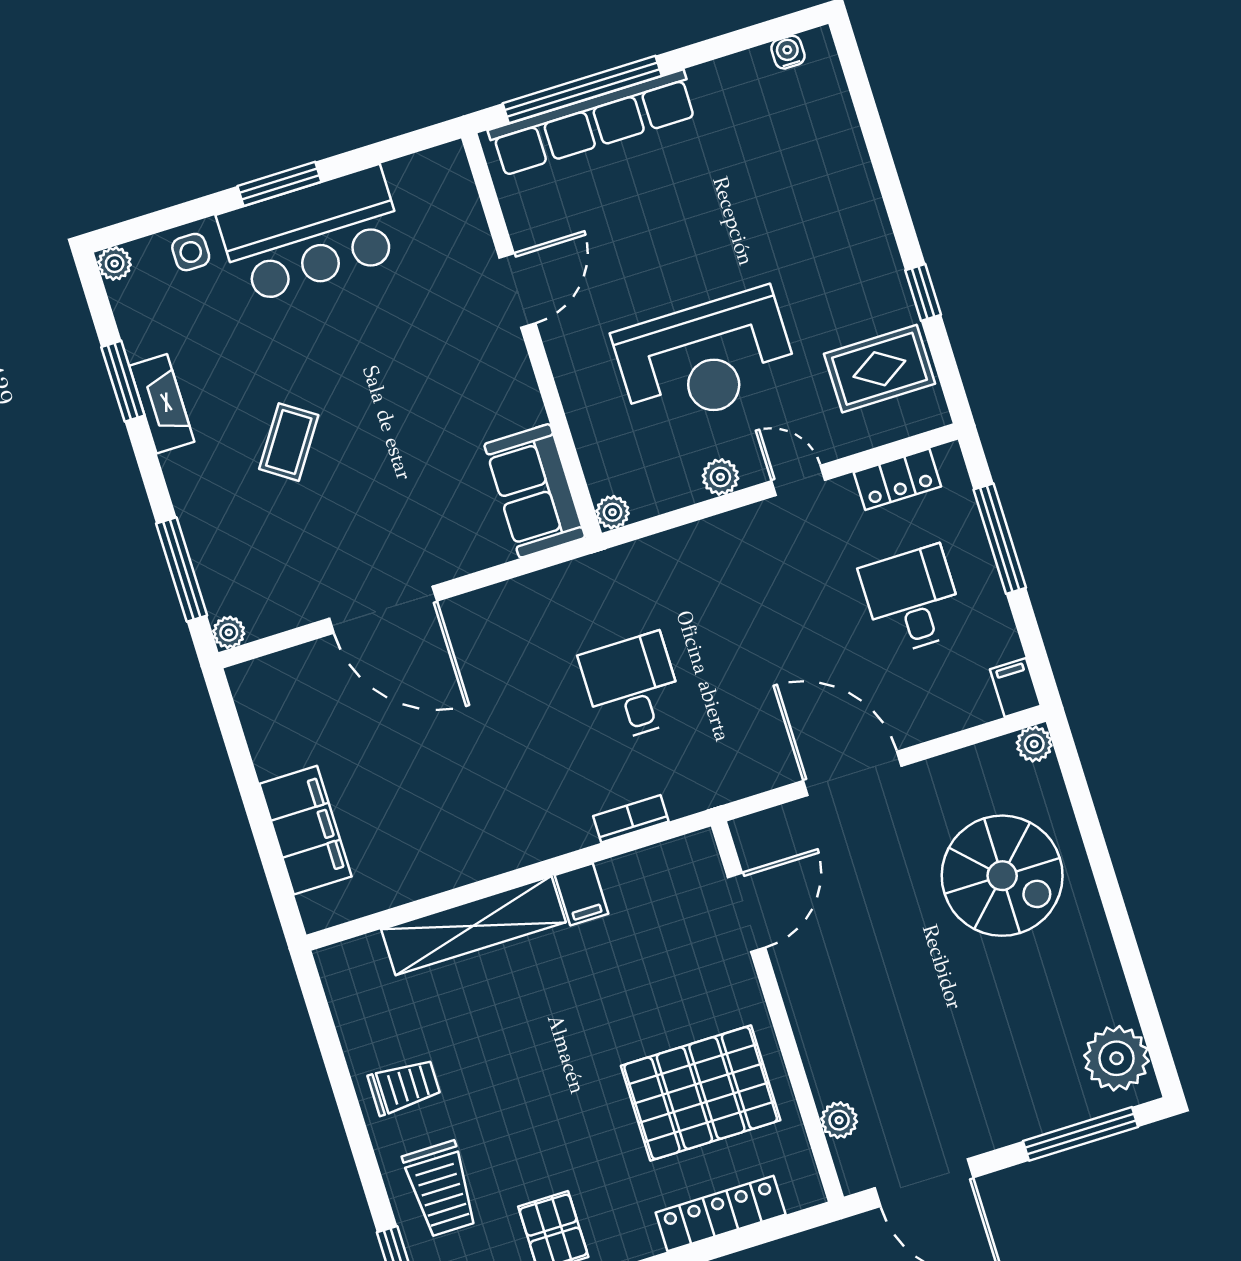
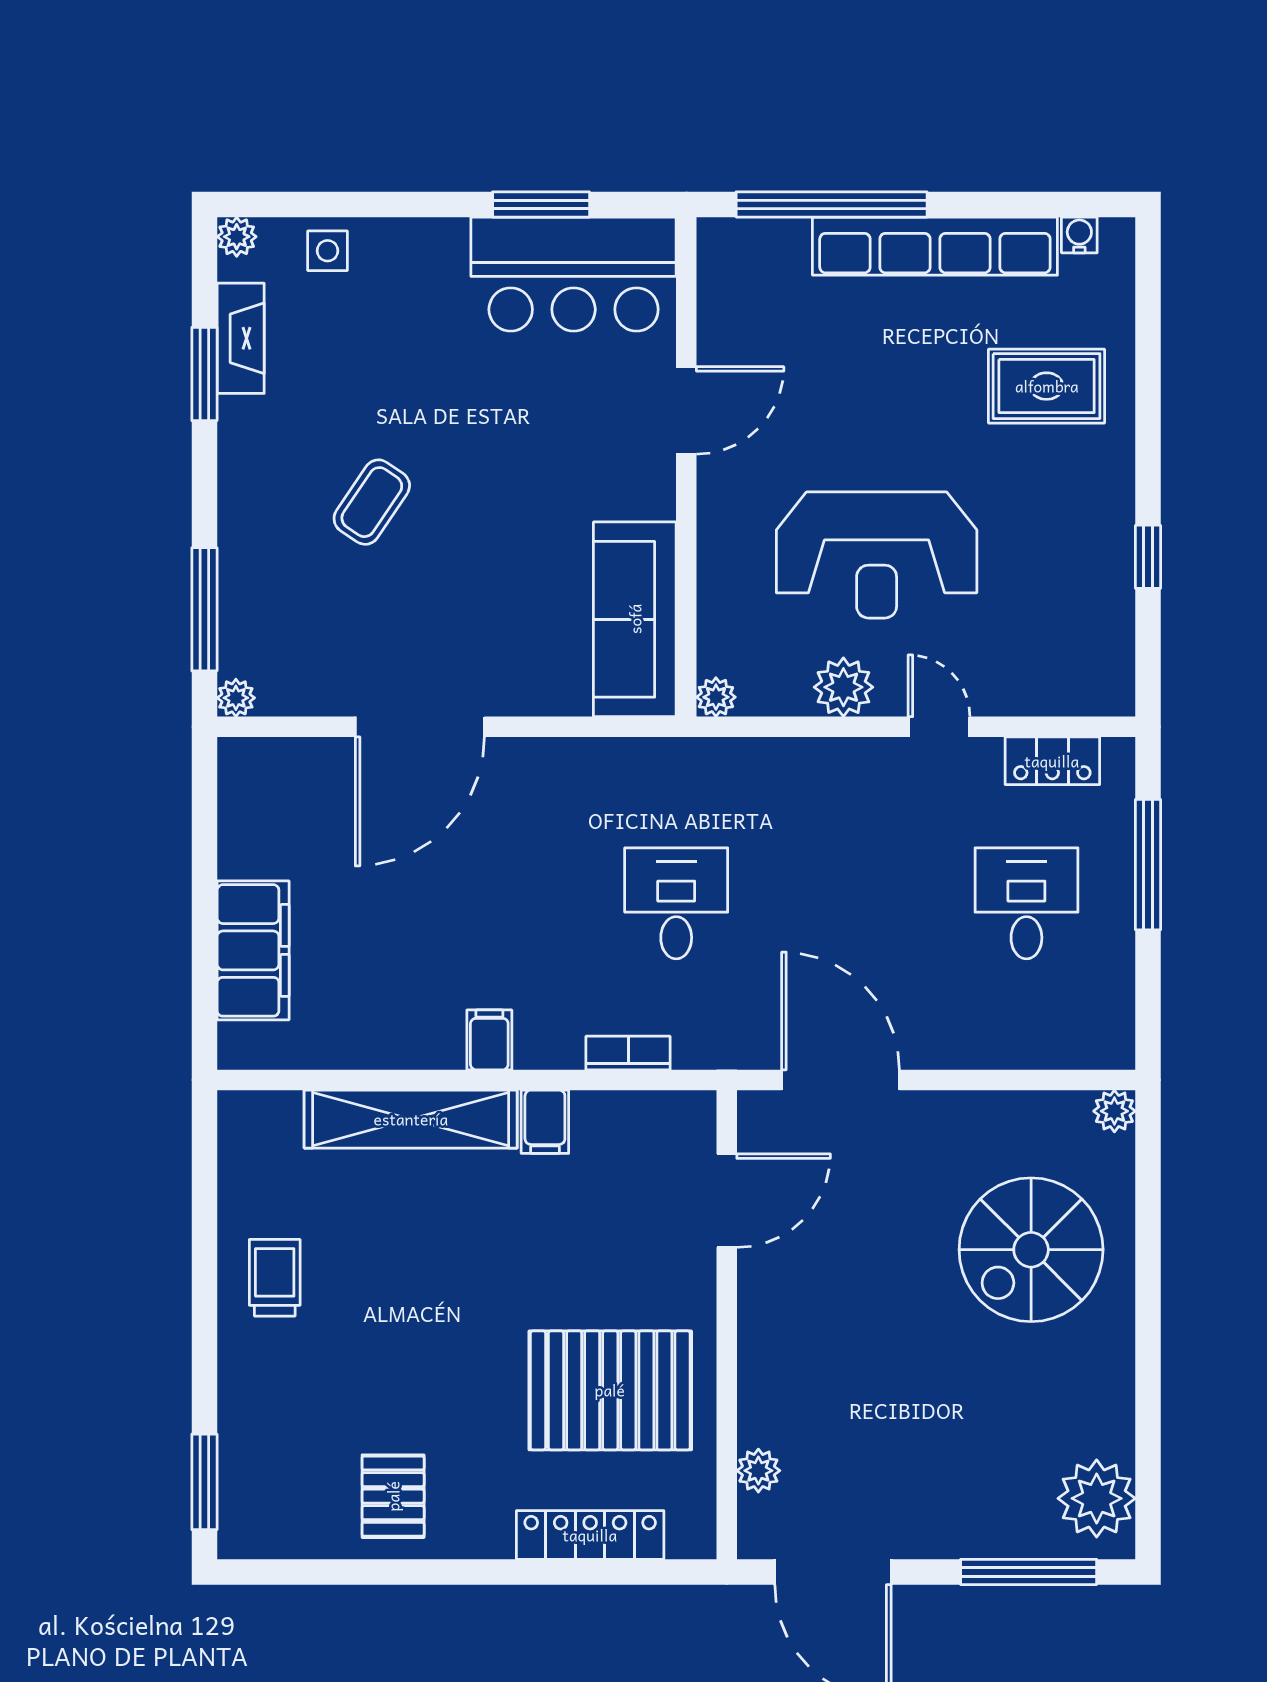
row of seats: (593, 123) -> (935, 246), moved
window: (279, 184) -> (541, 204), moved
bar counter: (312, 235) -> (574, 274), moved
rug: (879, 369) -> (1047, 386), moved
fireplace: (162, 404) -> (241, 338), moved
plant: (720, 477) -> (843, 687), width x1.38, depth x1.38
sofa: (535, 491) -> (635, 619), width x1.36
door: (383, 610) -> (420, 727), hinge flipped
filing cabinet: (1015, 687) -> (489, 1040), moved
door: (852, 773) -> (841, 1080), moved
spiral stairs: (1002, 876) -> (1031, 1250), turned 90
trolley: (404, 1086) -> (275, 1278), turned -90
trolley: (441, 1189) -> (280, 1407), removed

